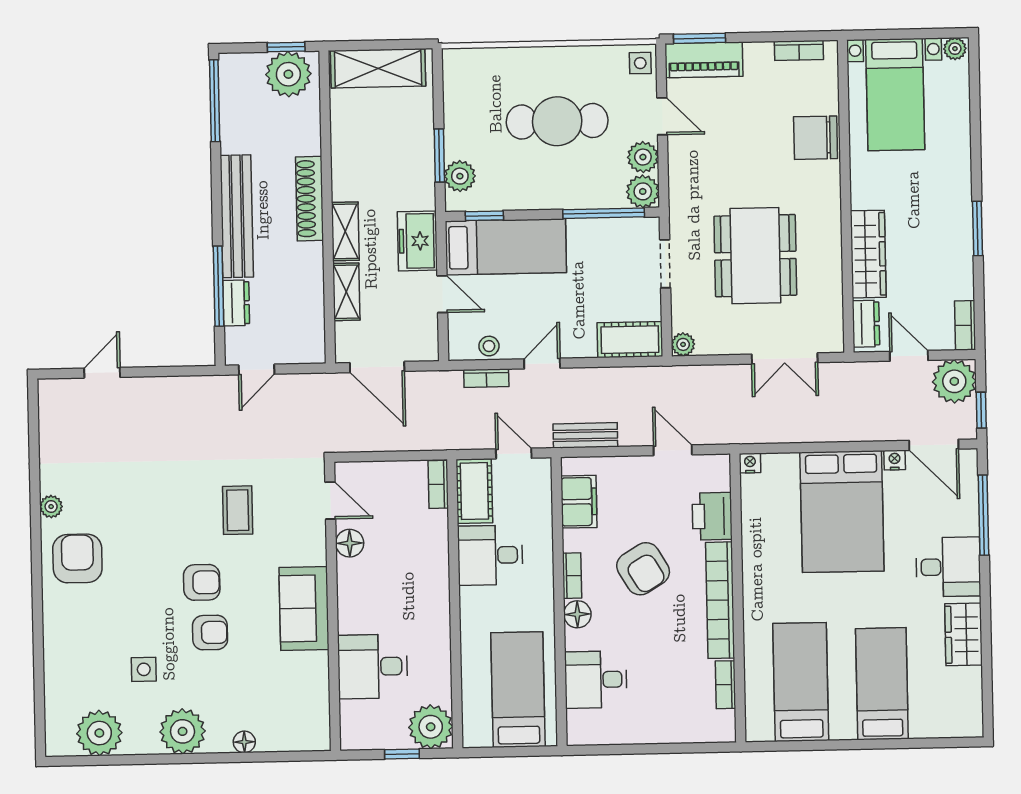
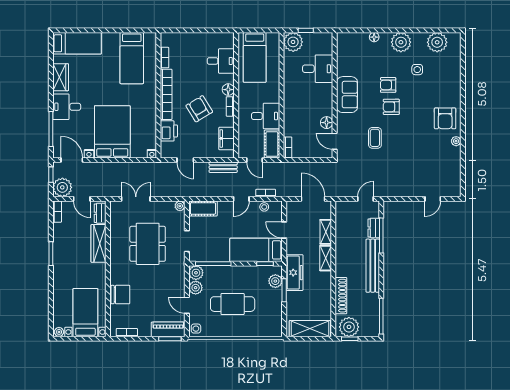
shoe rack: (309, 199) -> (341, 296), moved
freezer: (417, 241) -> (294, 273), moved, width x1.40
bed: (882, 684) -> (77, 43), moved, turned -90

